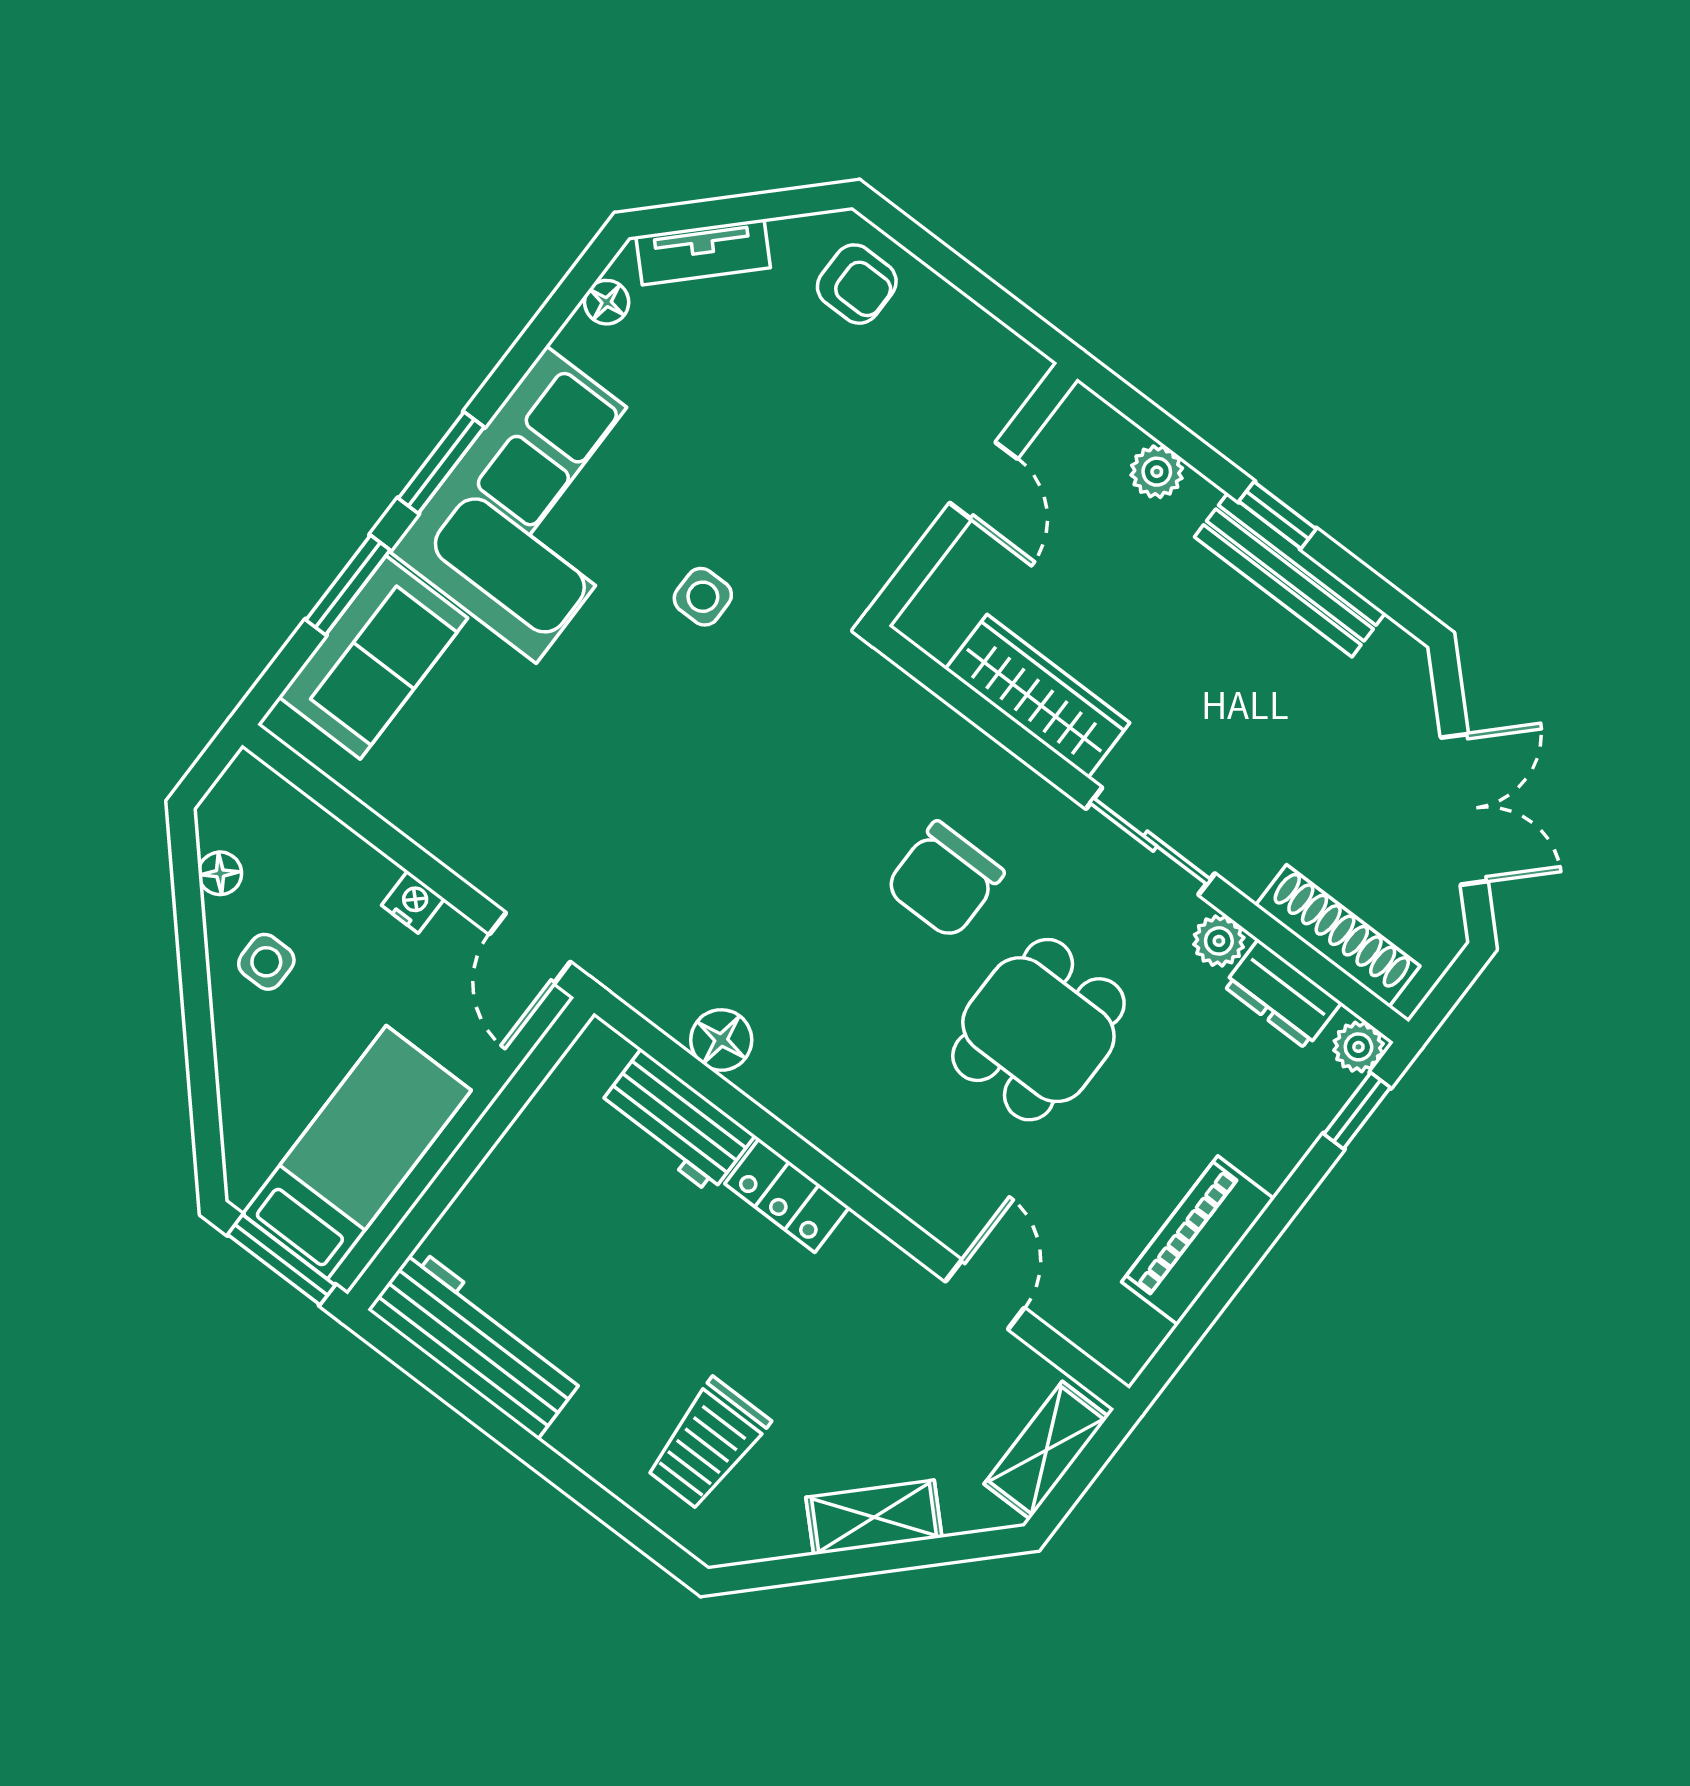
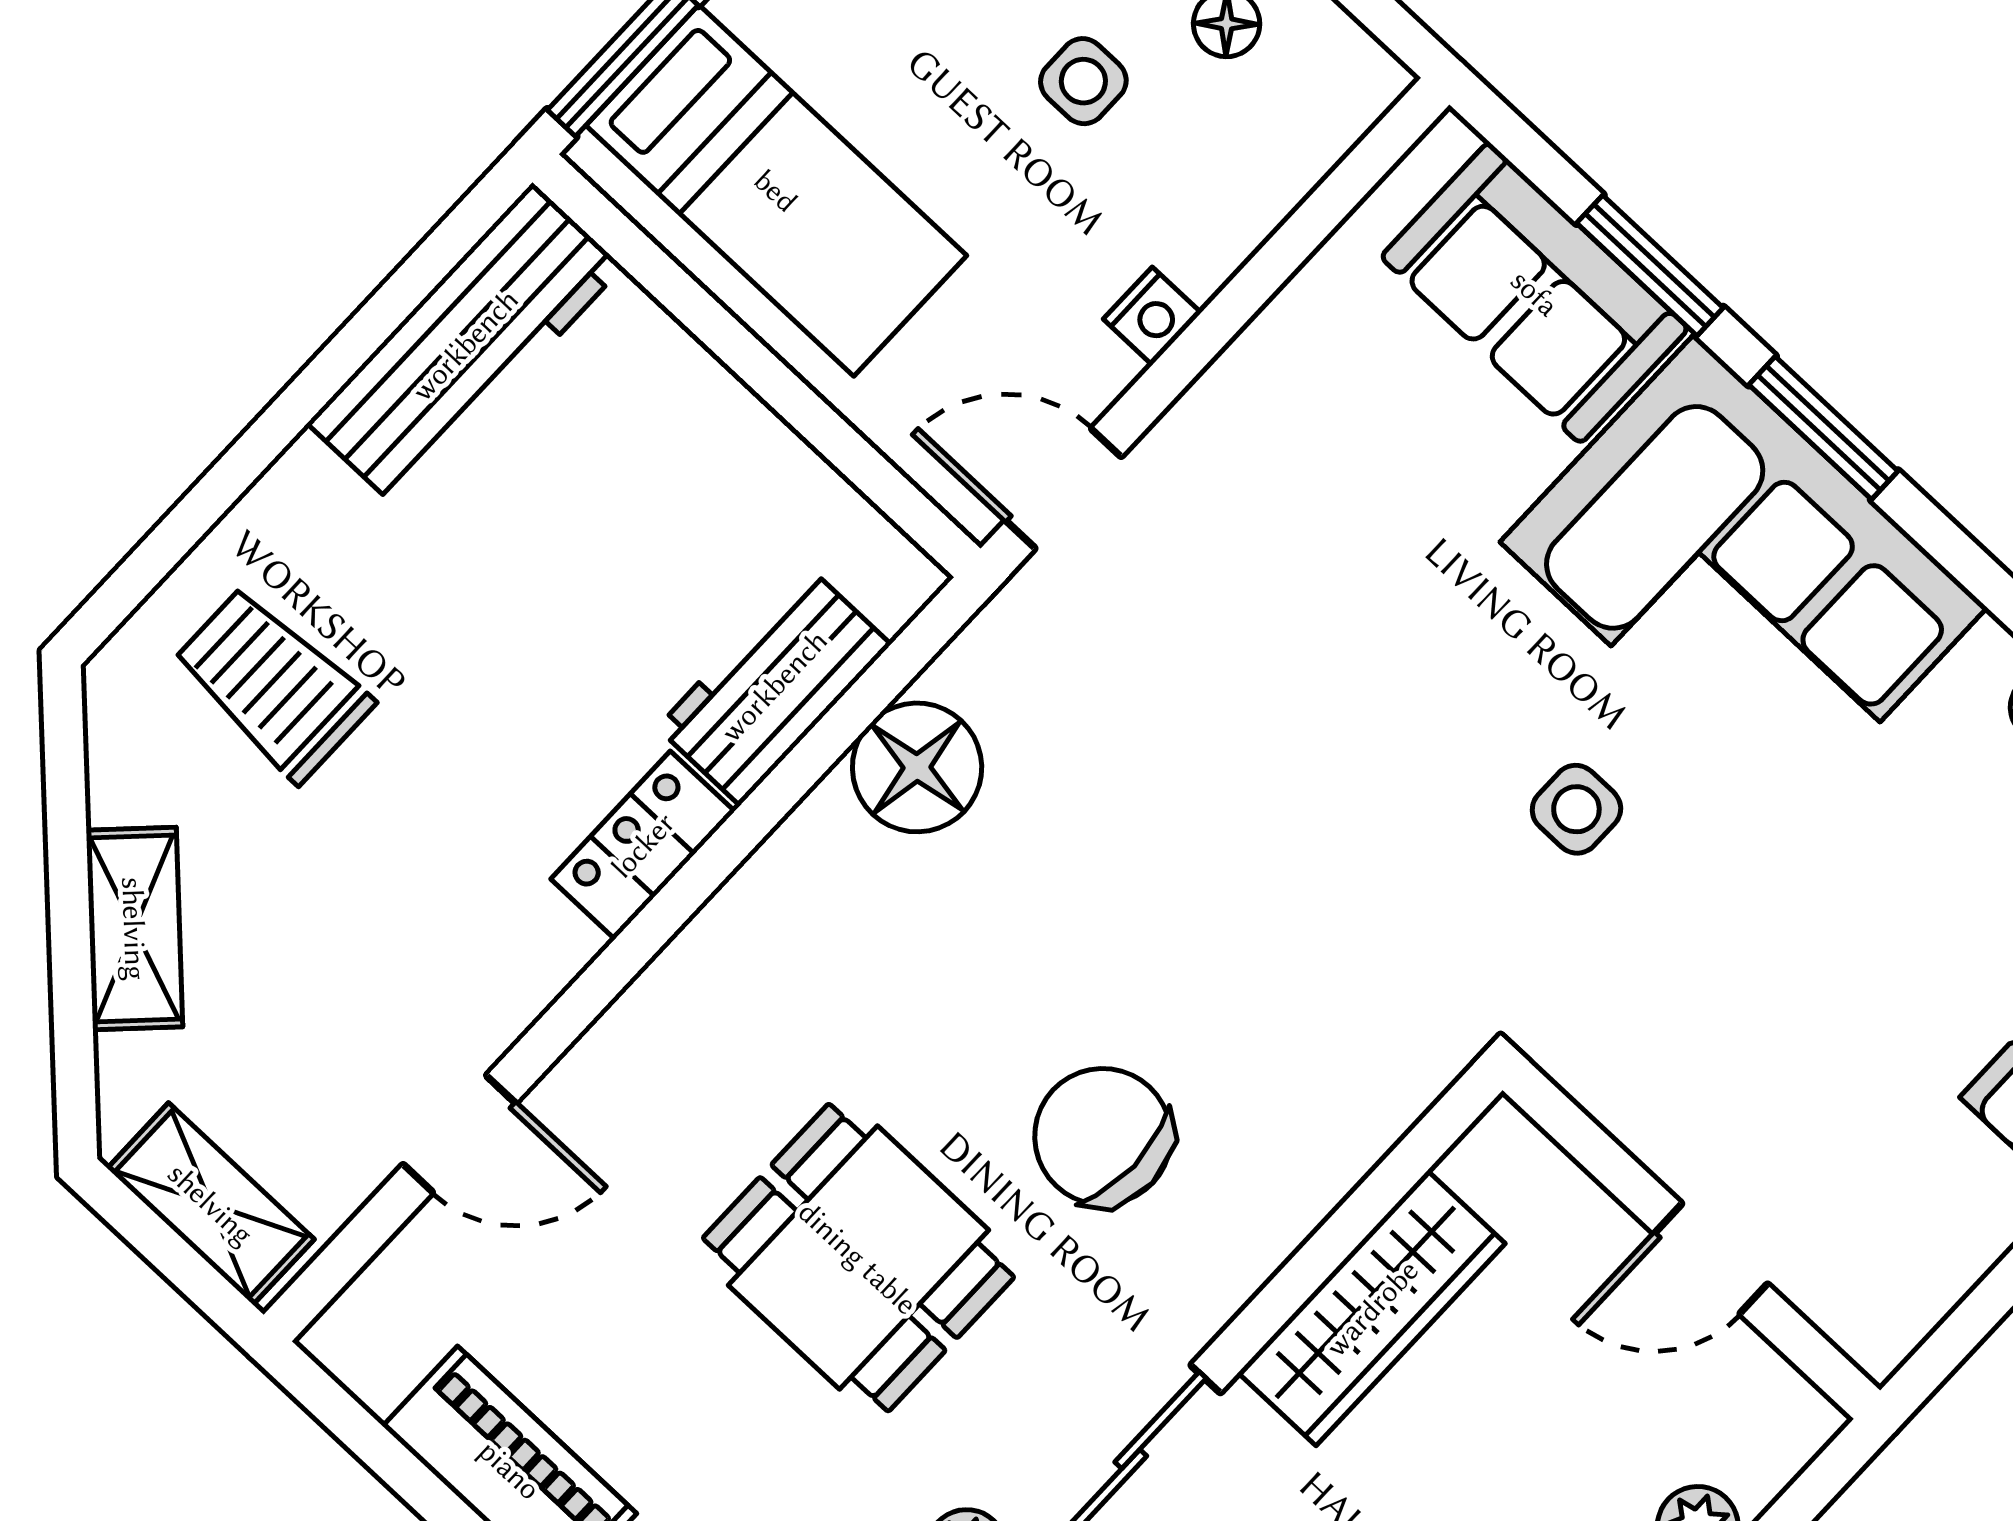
floor lamp: (721, 1040) -> (917, 767), width x1.38, depth x1.38

